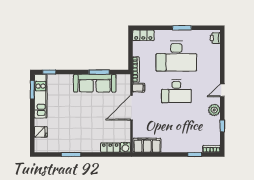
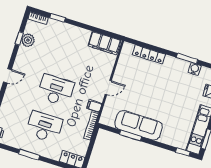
desk: (176, 56) -> (44, 127), width x0.73, depth x0.77
door: (132, 108) -> (108, 87), width x0.53
plant: (214, 110) -> (28, 40), moved
water cooler: (125, 147) -> (195, 69), moved
locker: (110, 148) -> (149, 54), width x1.53

